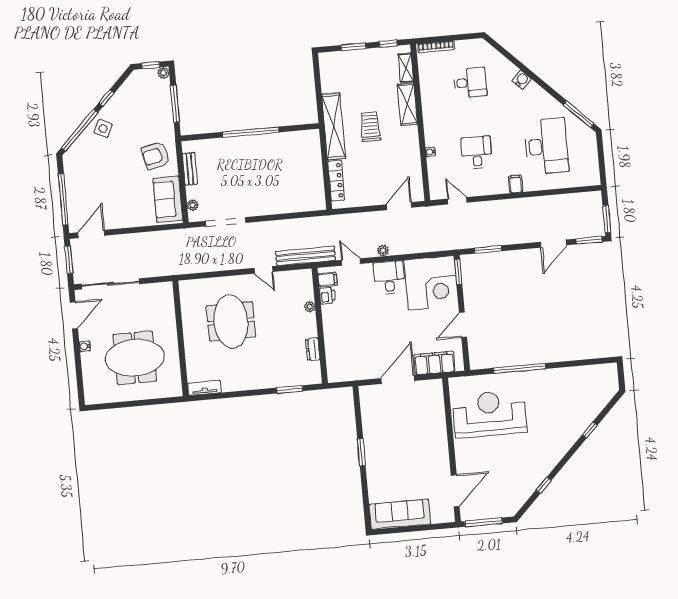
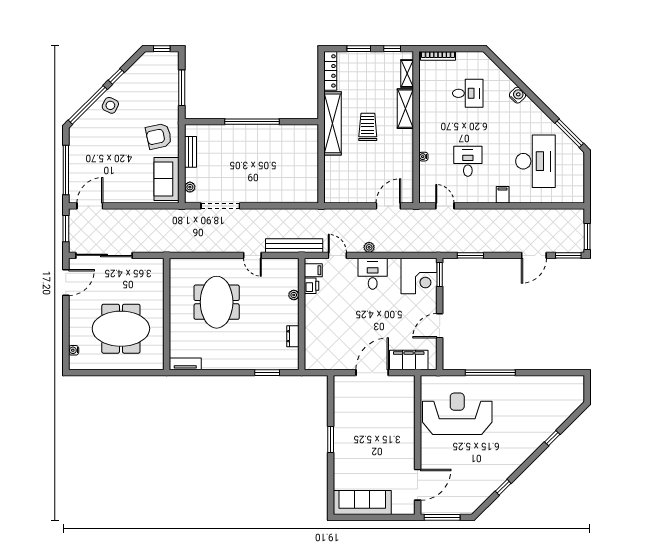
plant: (163, 73) -> (173, 57), removed
locker: (336, 181) -> (330, 71), moved
corner desk: (431, 283) -> (419, 276), width x0.74, depth x0.74
water cooler: (85, 346) -> (74, 350), moved

